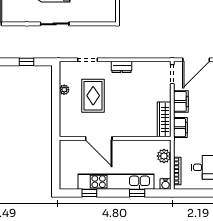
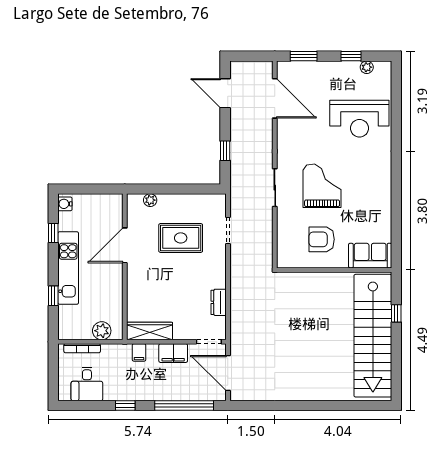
dresser: (122, 67) -> (219, 302), moved
plant: (64, 90) -> (150, 200), moved
filing cabinet: (180, 128) -> (139, 352), width x0.50
kitchen unit: (116, 182) -> (68, 268), width x0.73
water cooler: (166, 184) -> (65, 204), moved

